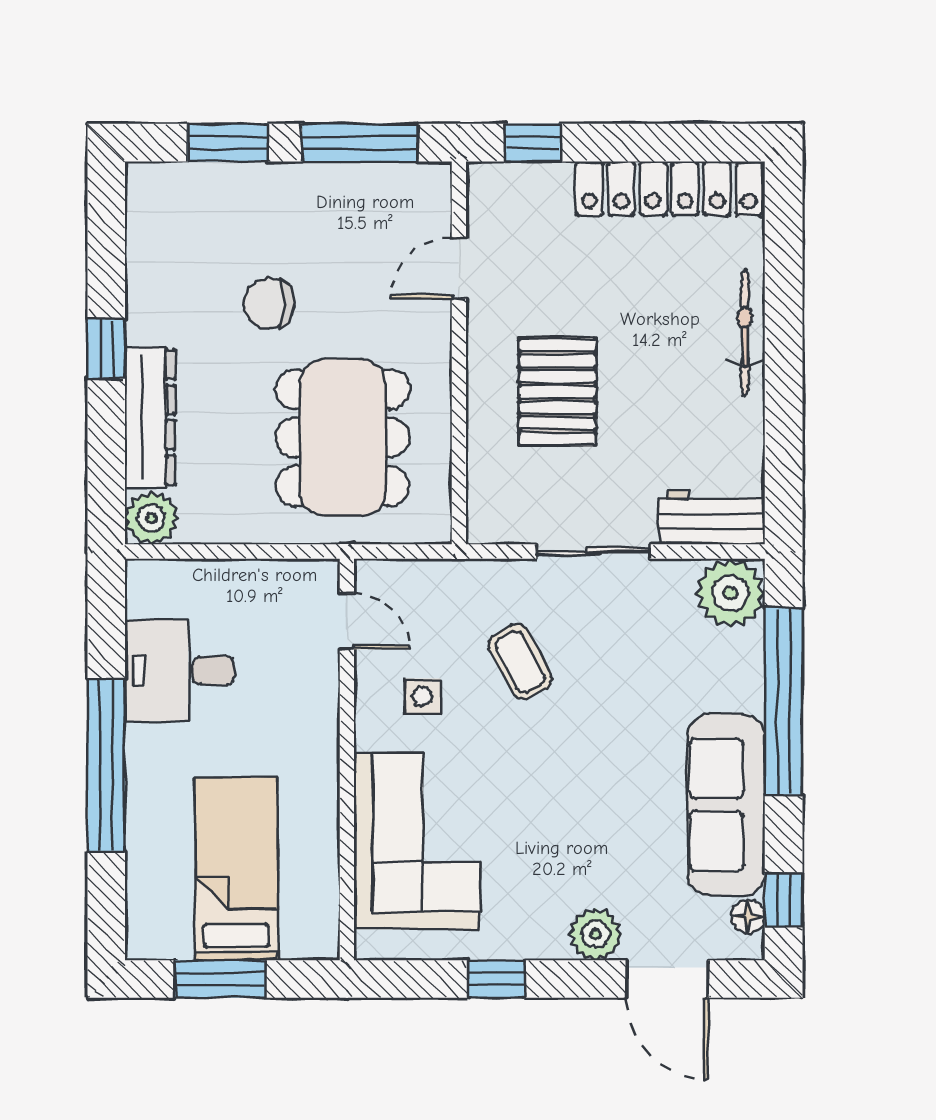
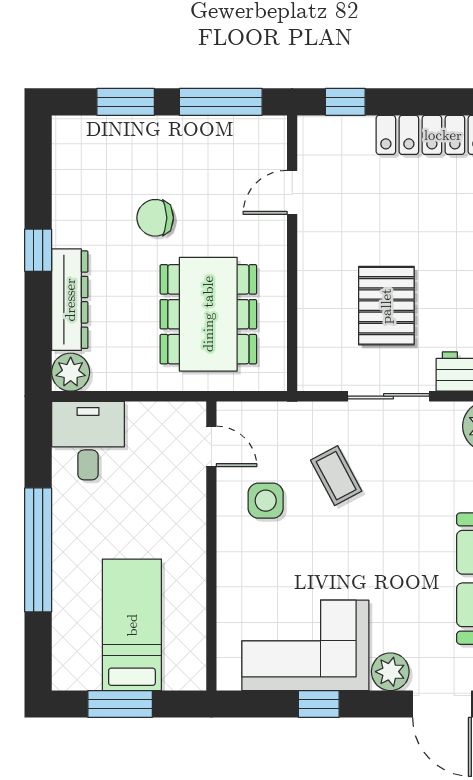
pallet: (557, 392) -> (386, 306), moved
desk: (179, 670) -> (88, 441), moved, turned 90
side table: (422, 697) -> (266, 501), width x1.37, depth x1.37
corner sofa: (417, 841) -> (305, 645), moved, turned -90

